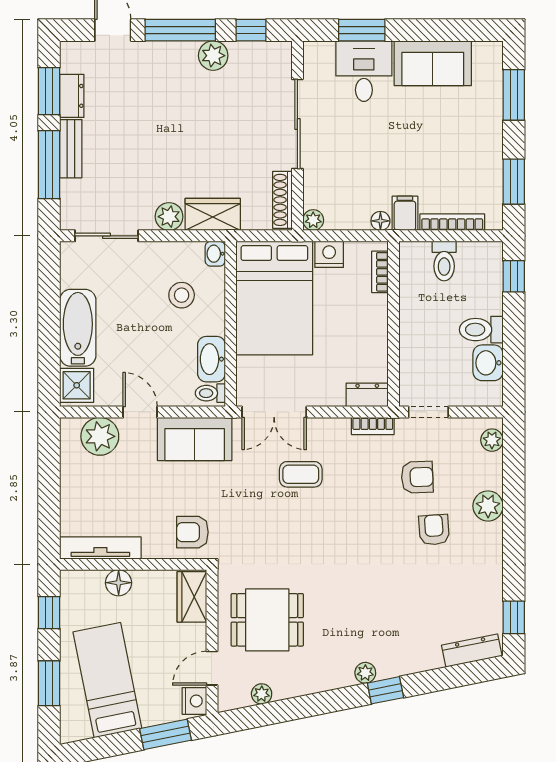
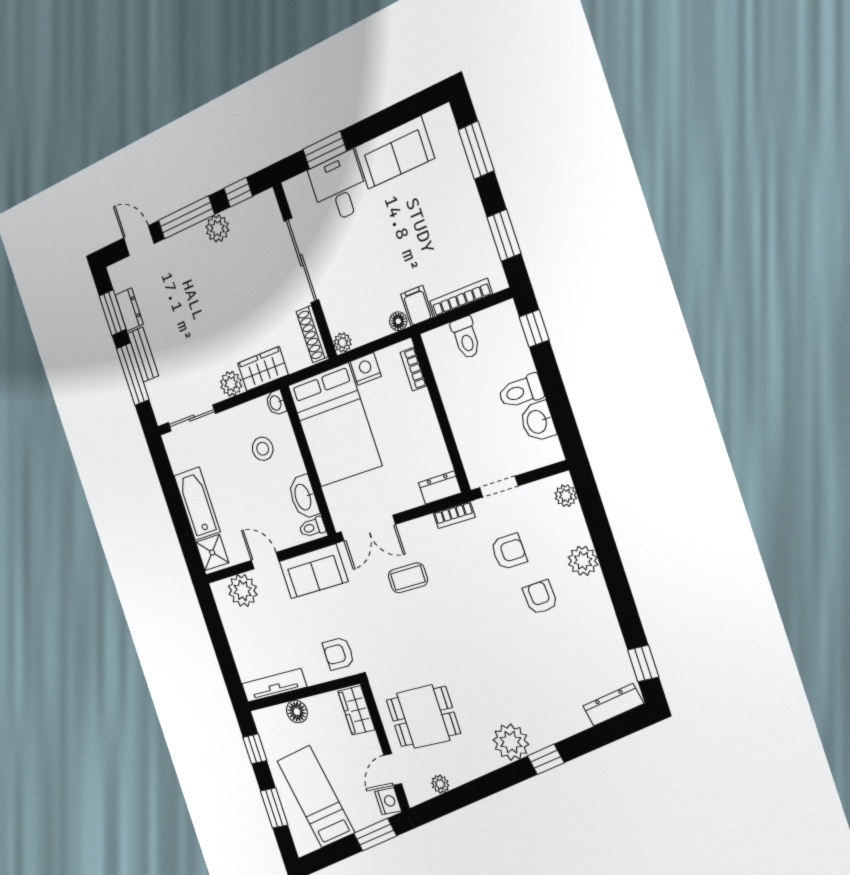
plant: (365, 673) -> (511, 742), width x1.88, depth x1.88

